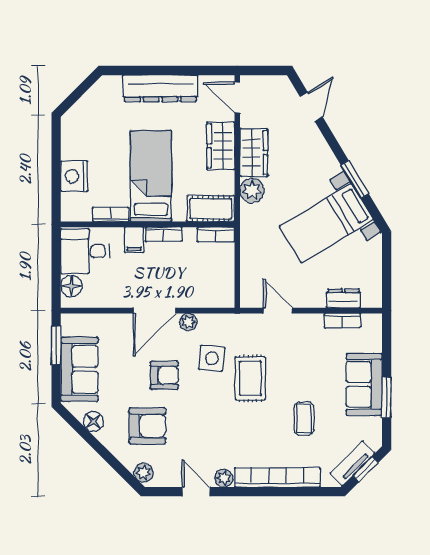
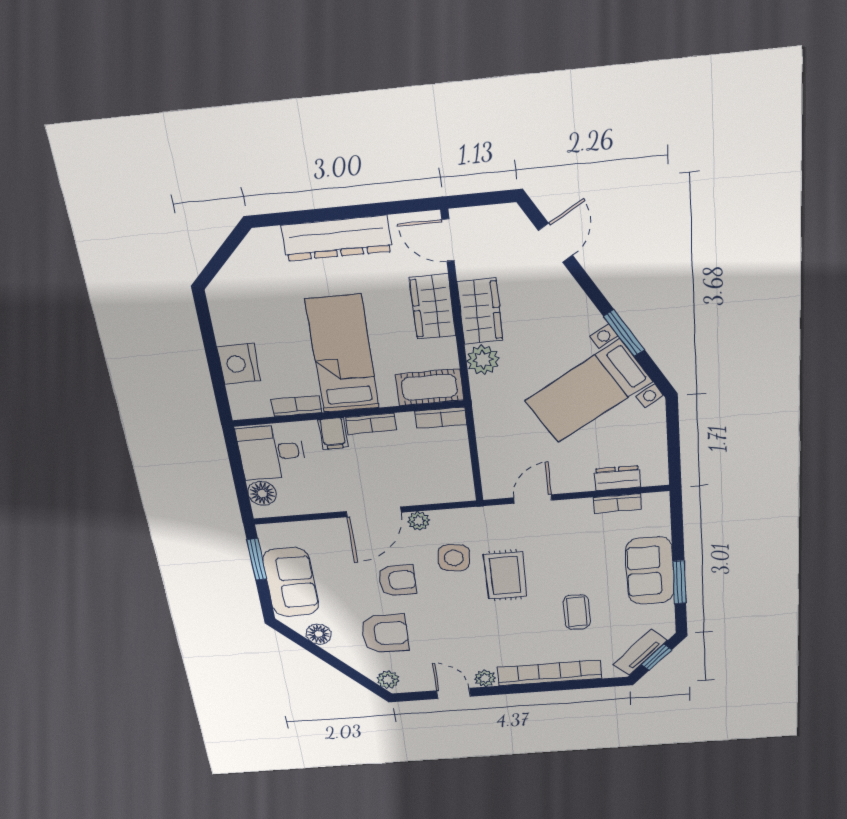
door: (278, 311) -> (533, 499), hinge flipped

